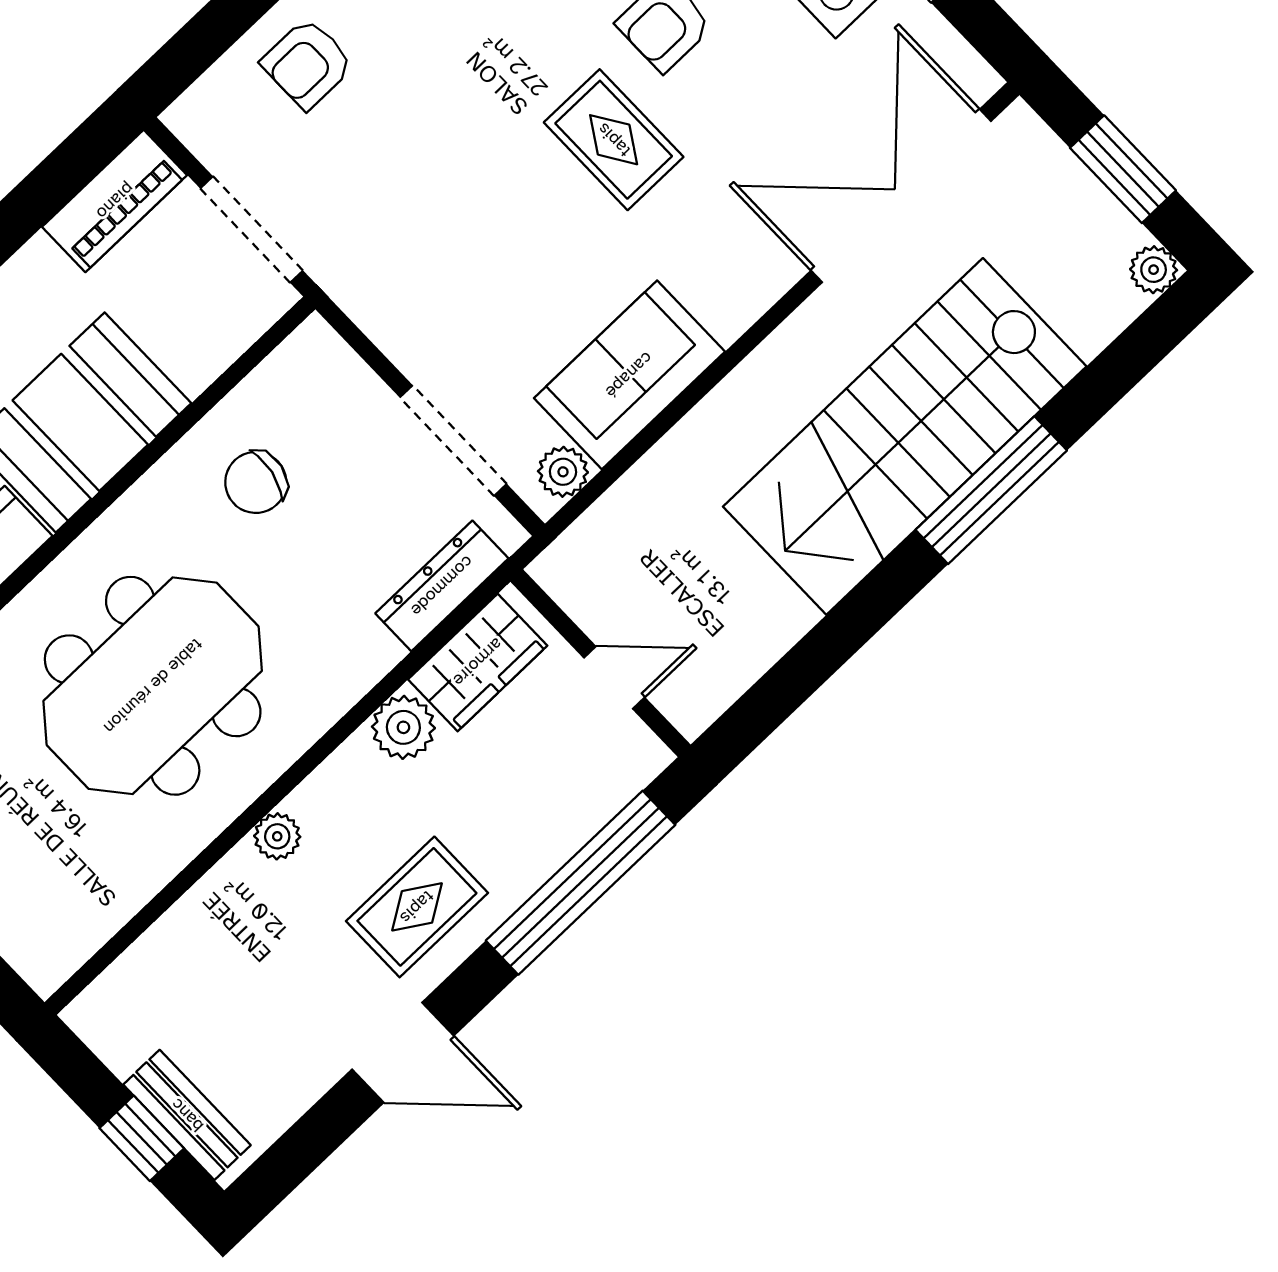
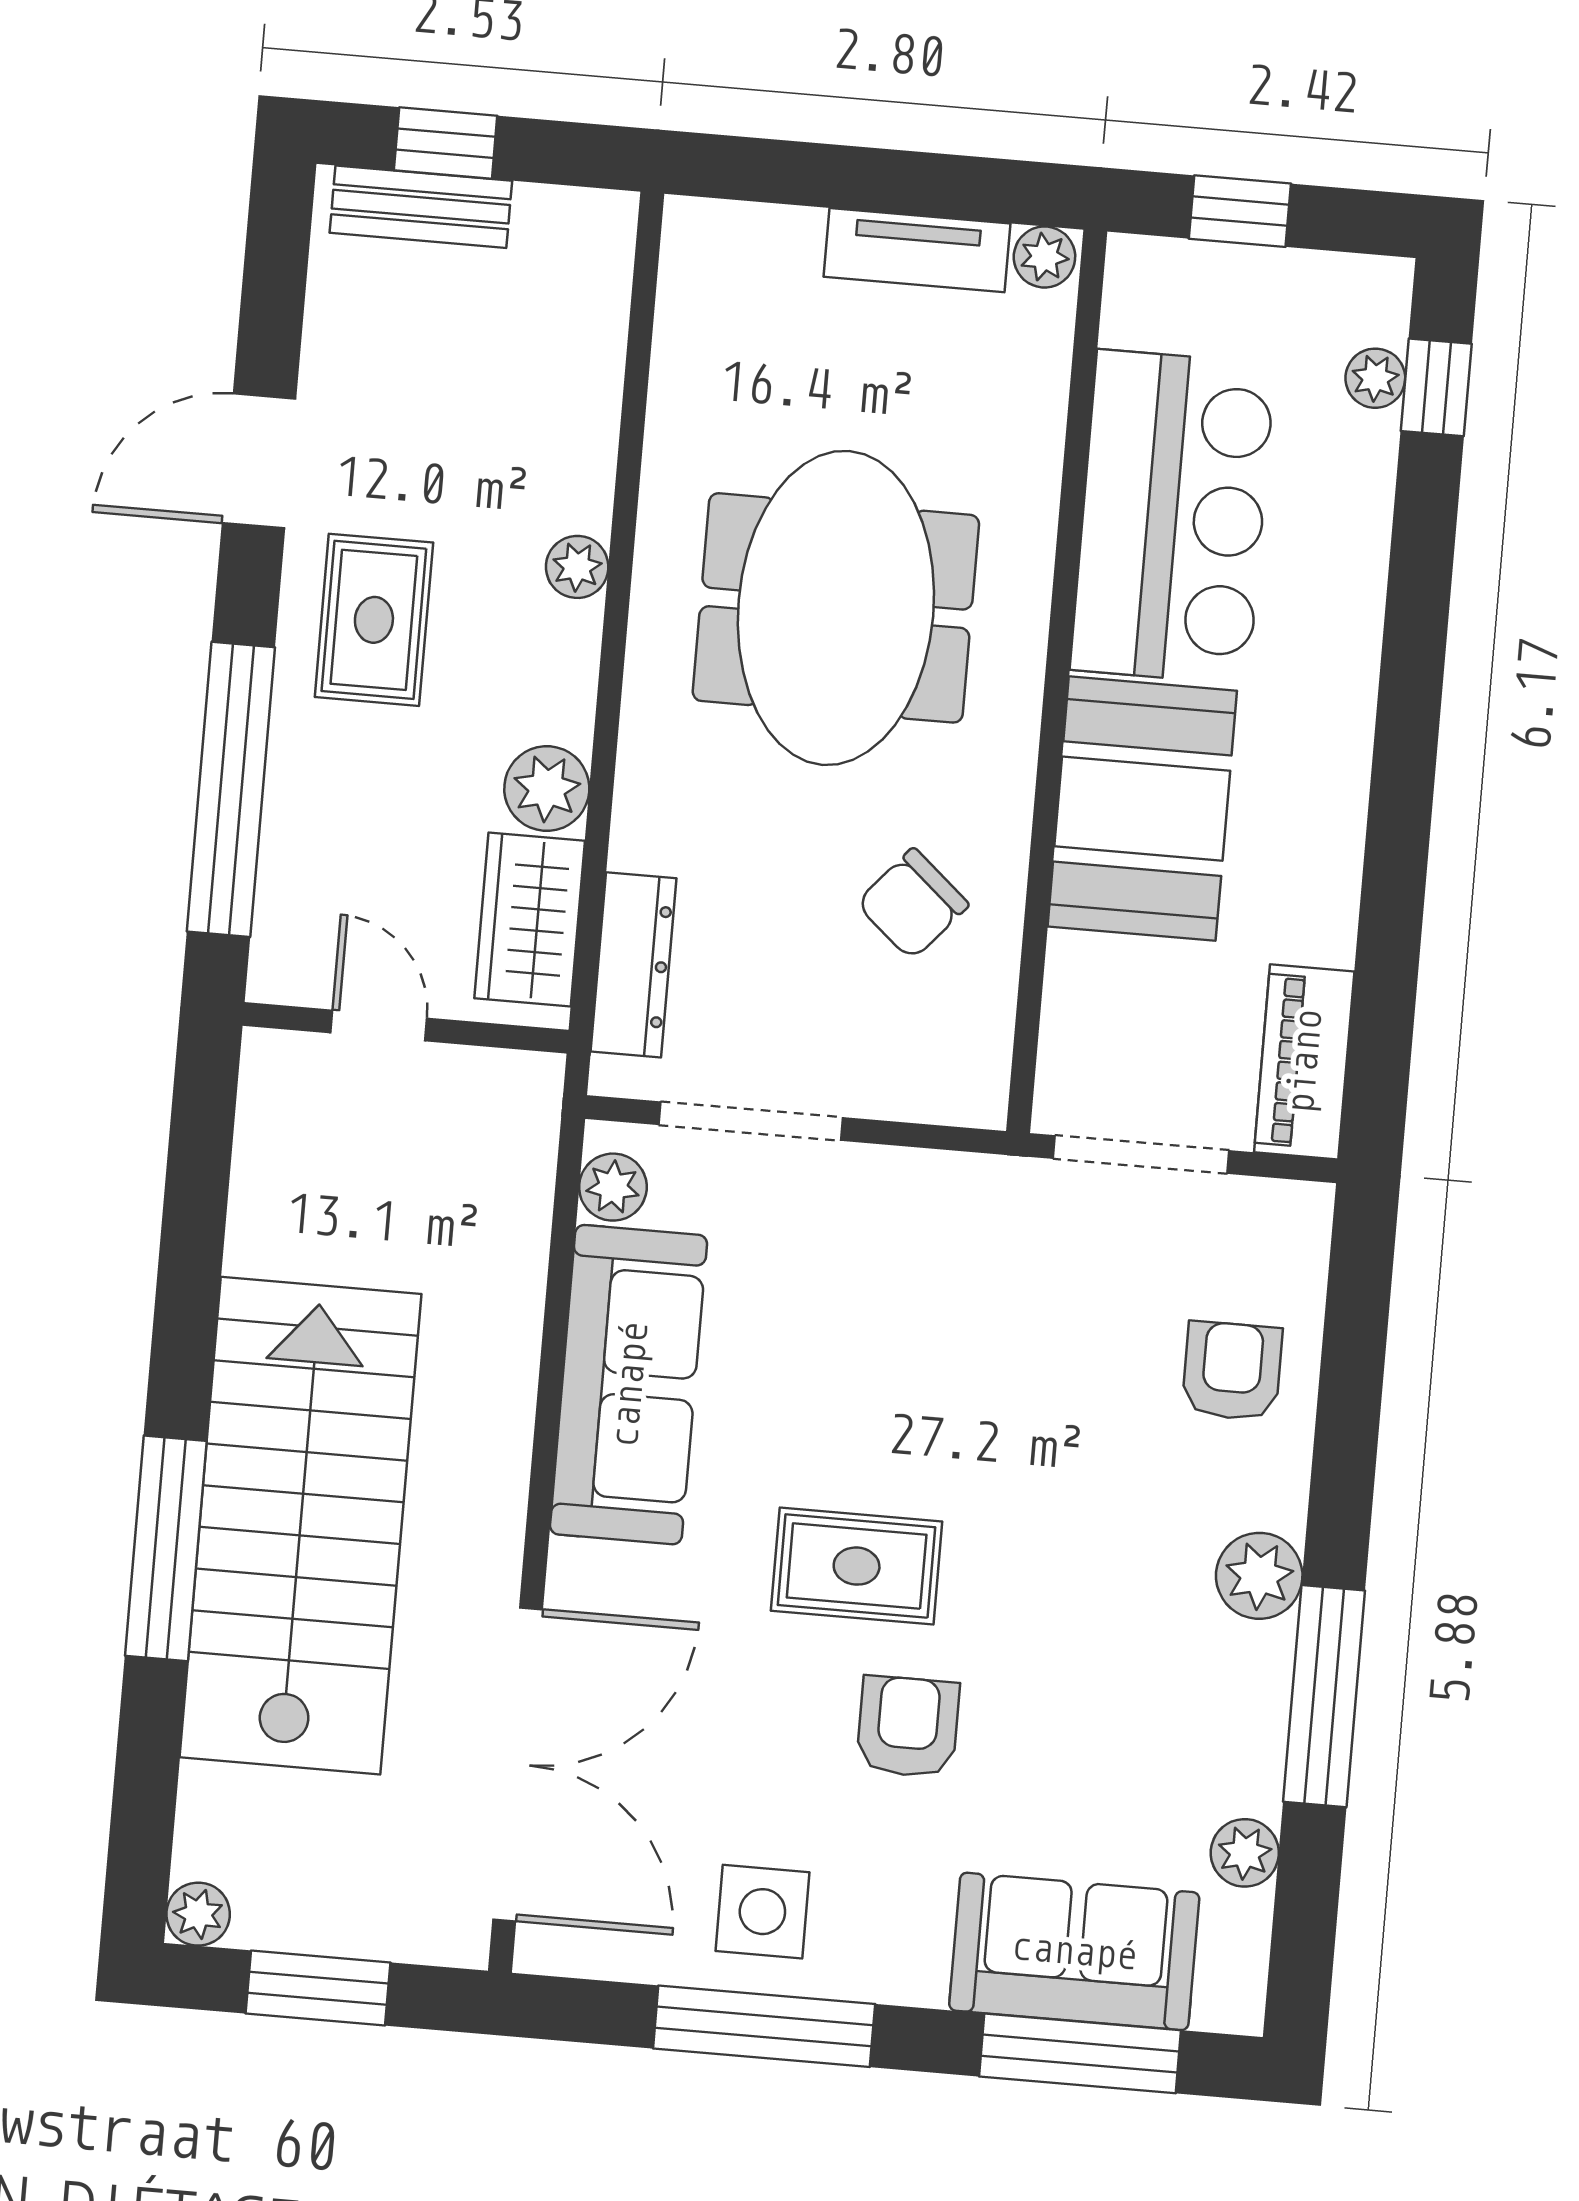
sofa: (629, 375) -> (629, 1385), width x1.36
chair: (256, 482) -> (913, 904), turned -150
door: (614, 678) -> (379, 1025), swing flipped

